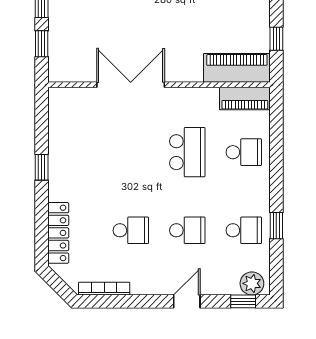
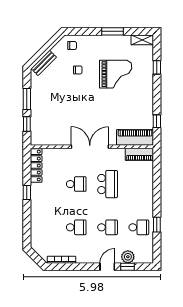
double door: (131, 85) -> (90, 147), moved
school desk: (244, 152) -> (76, 184), moved
locker: (58, 233) -> (36, 166), moved
plant: (252, 283) -> (128, 257), moved
window: (243, 301) -> (128, 267), moved

